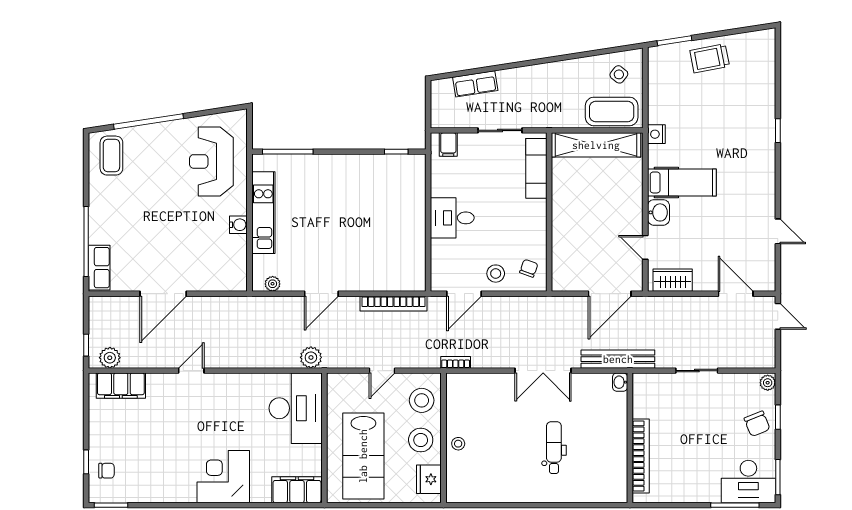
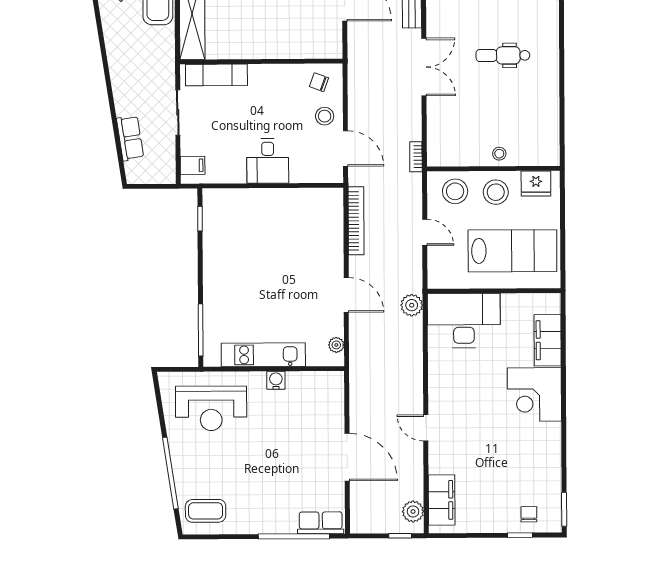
filing cabinet: (297, 490) -> (548, 340), moved

